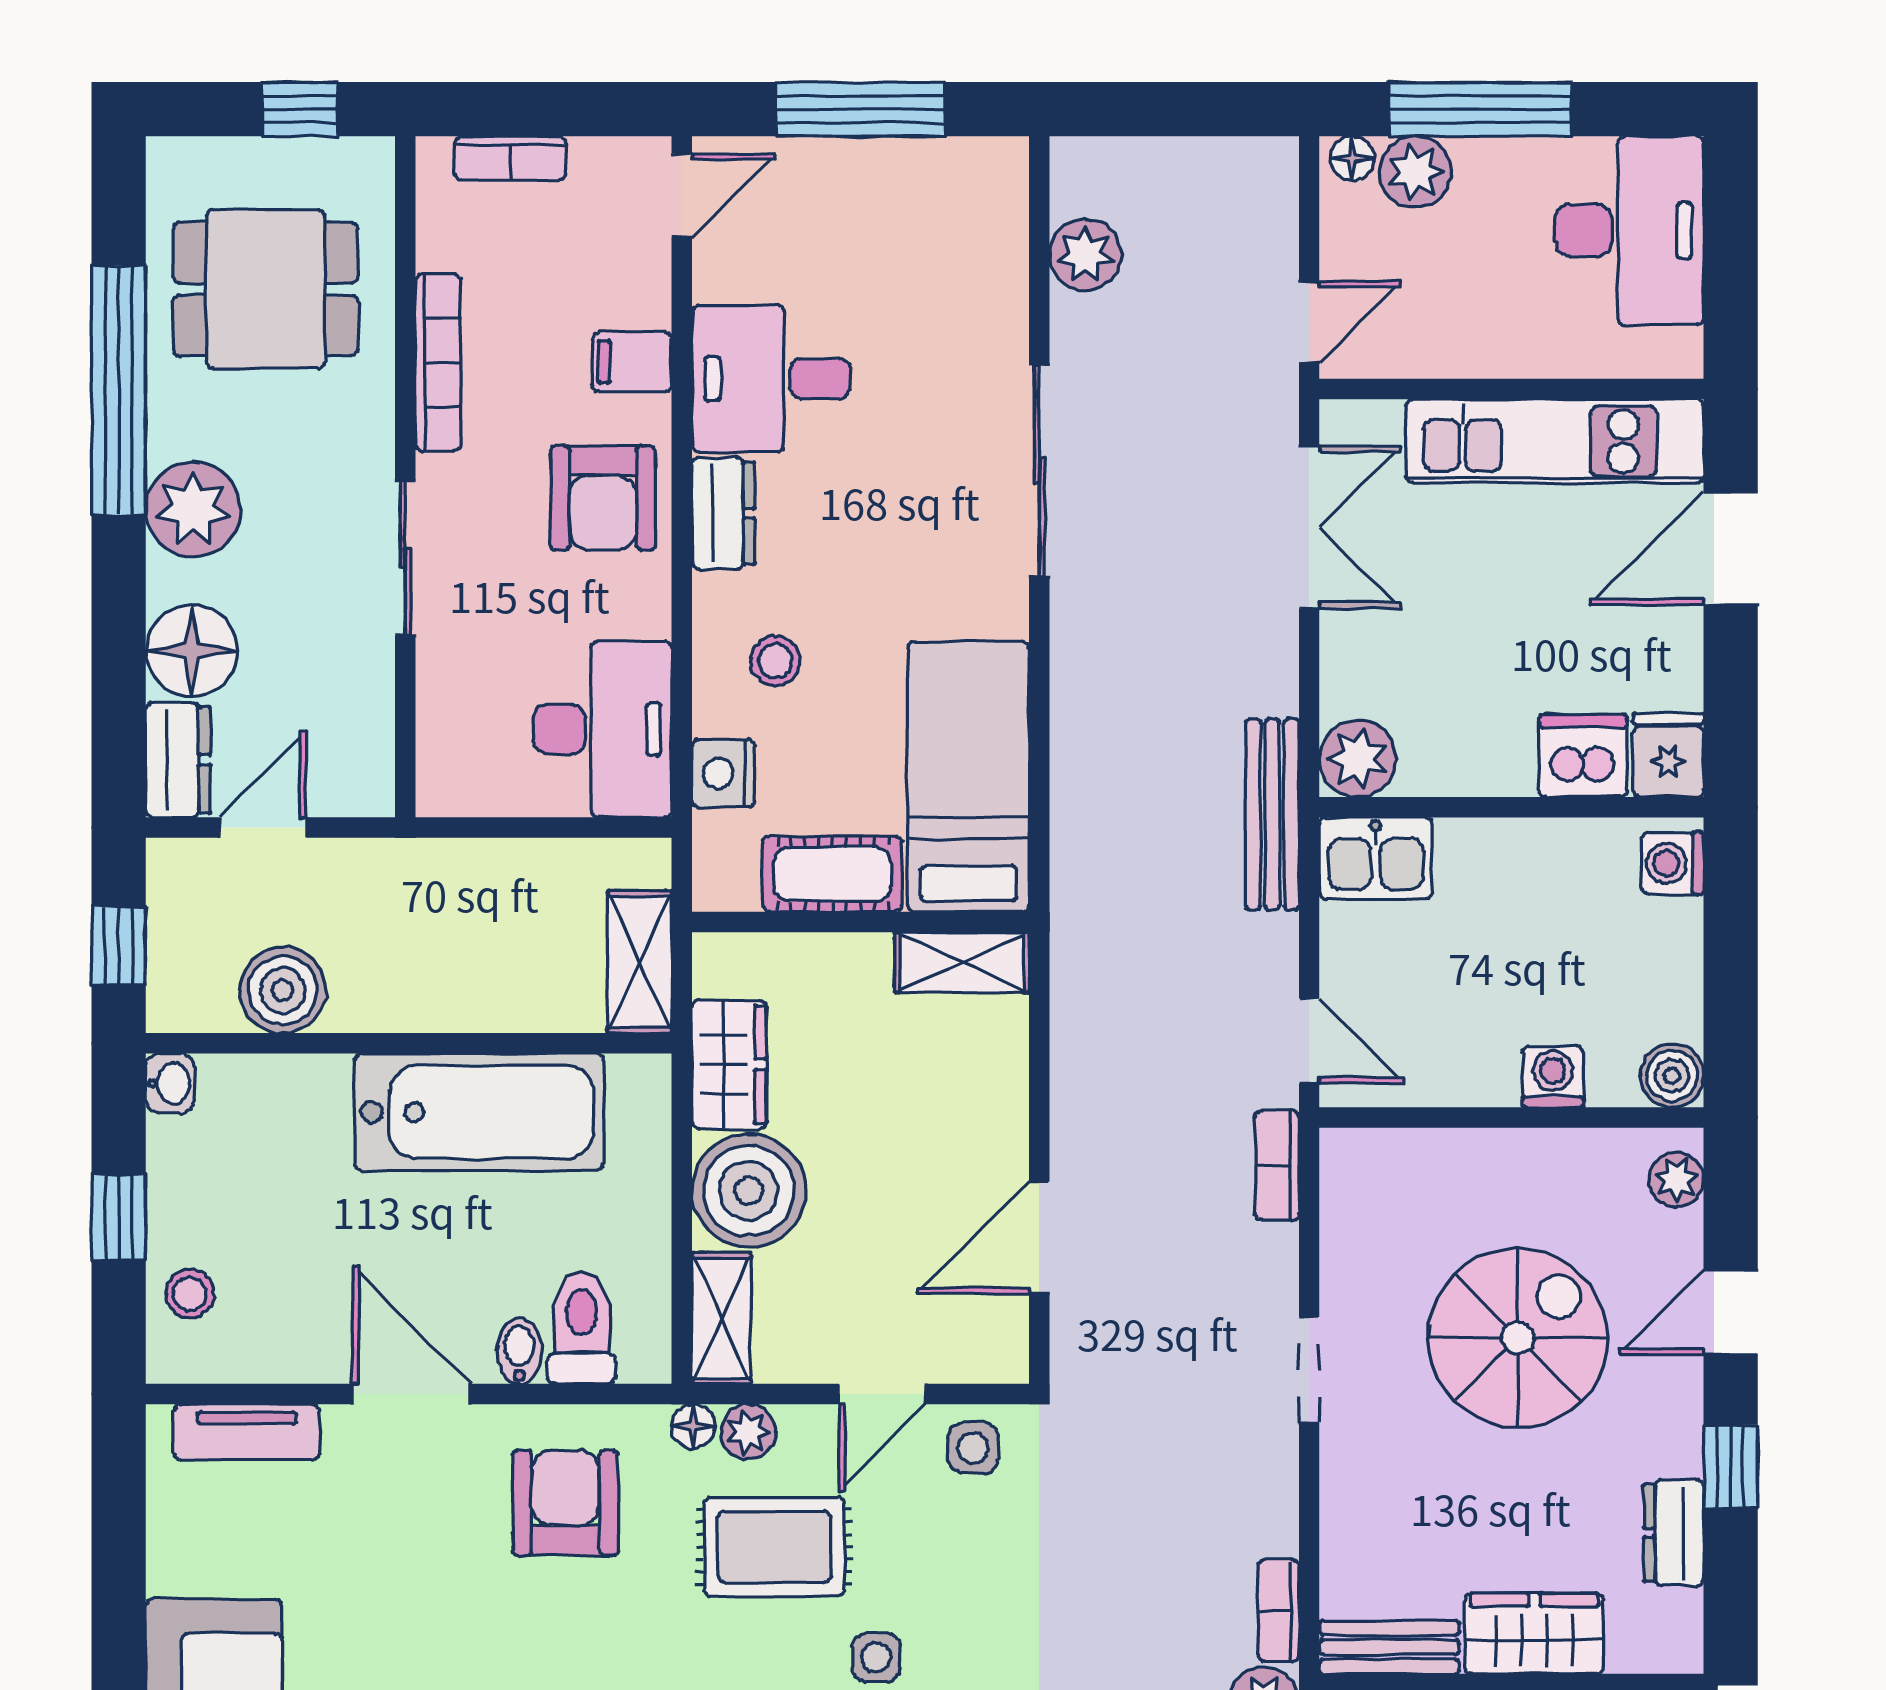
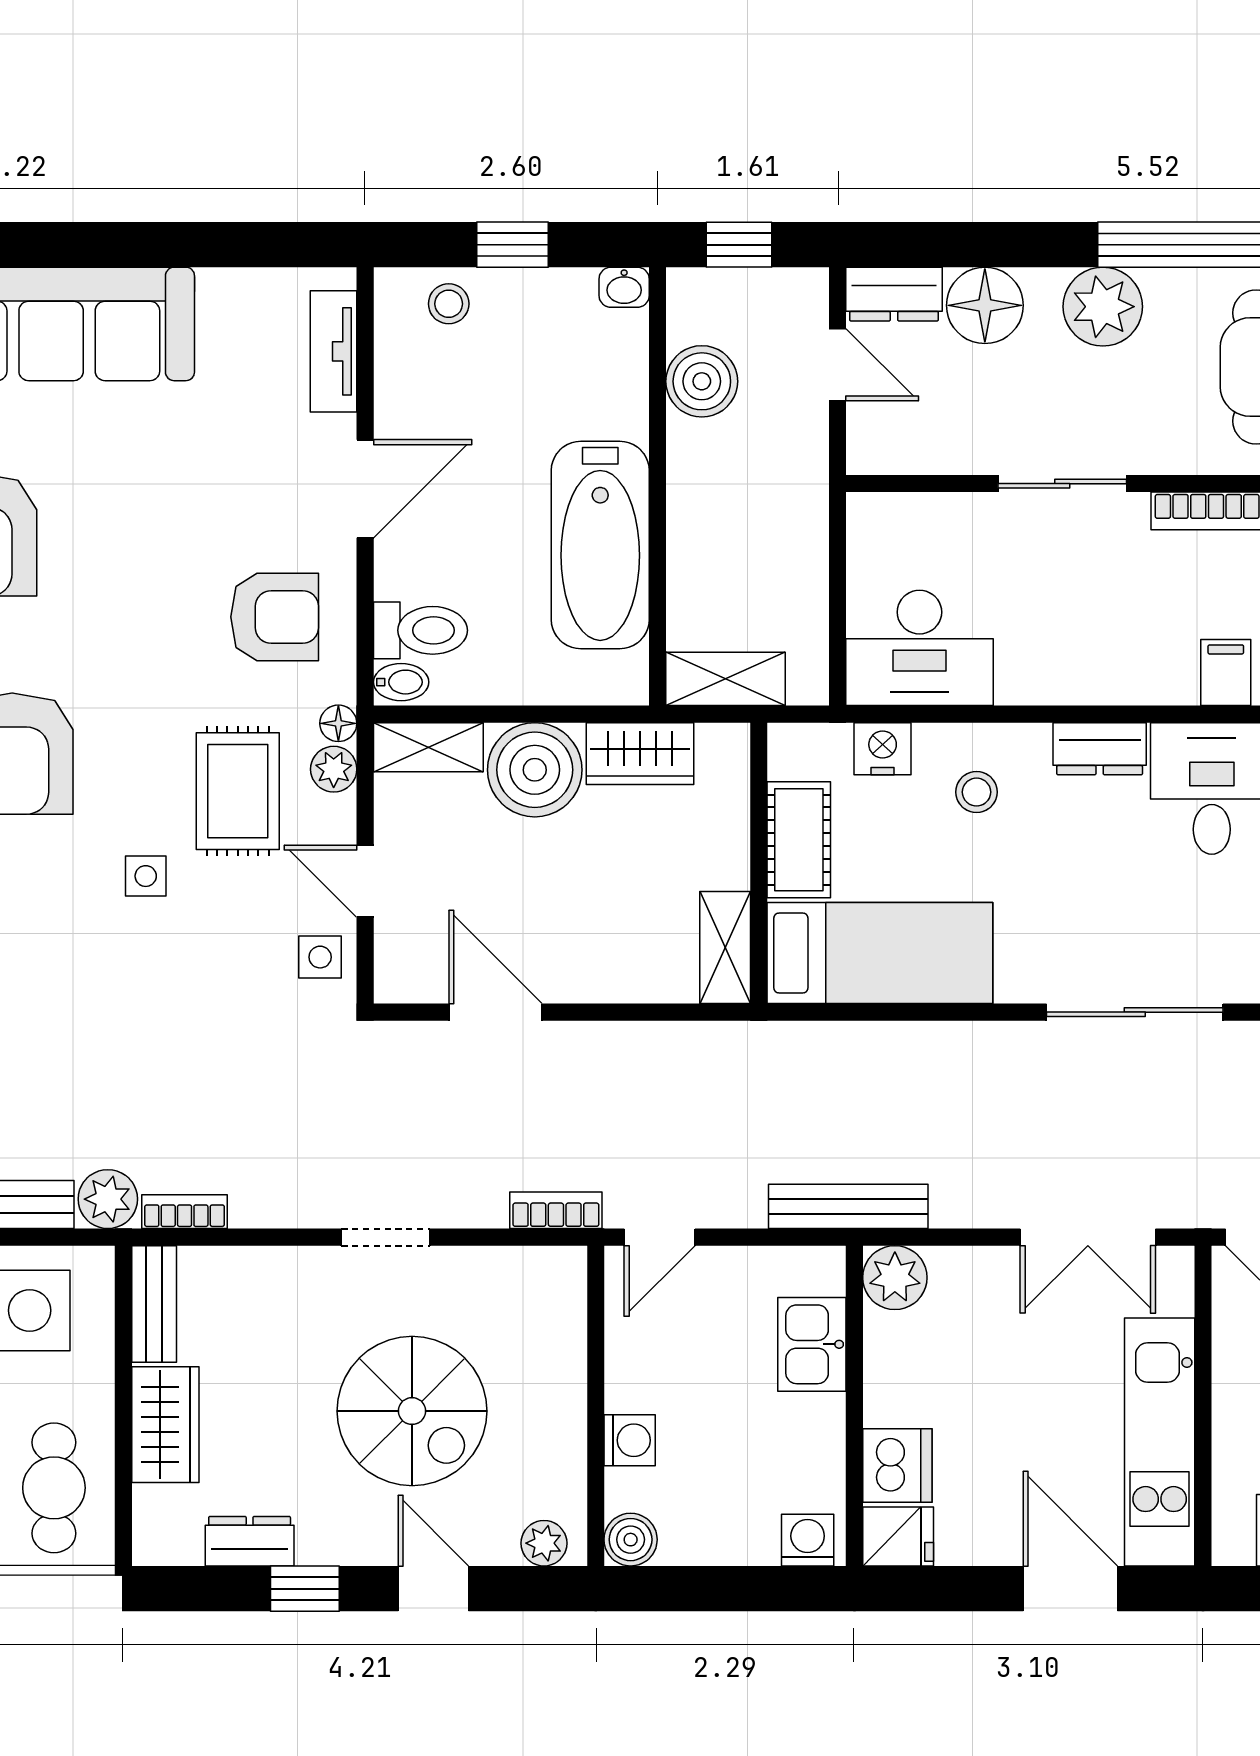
armchair: (603, 498) -> (1112, 648), removed
kitchen sink: (1376, 858) -> (812, 1344), moved
bidet: (519, 1351) -> (401, 682), moved

